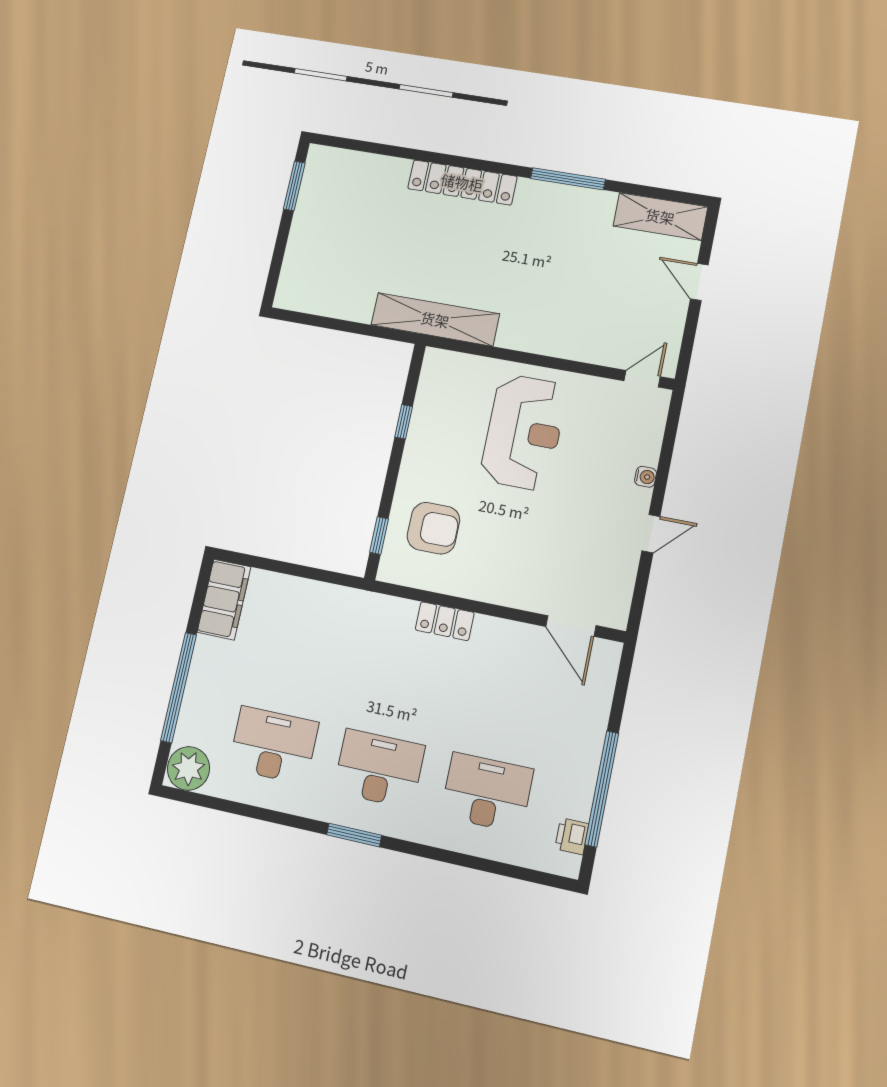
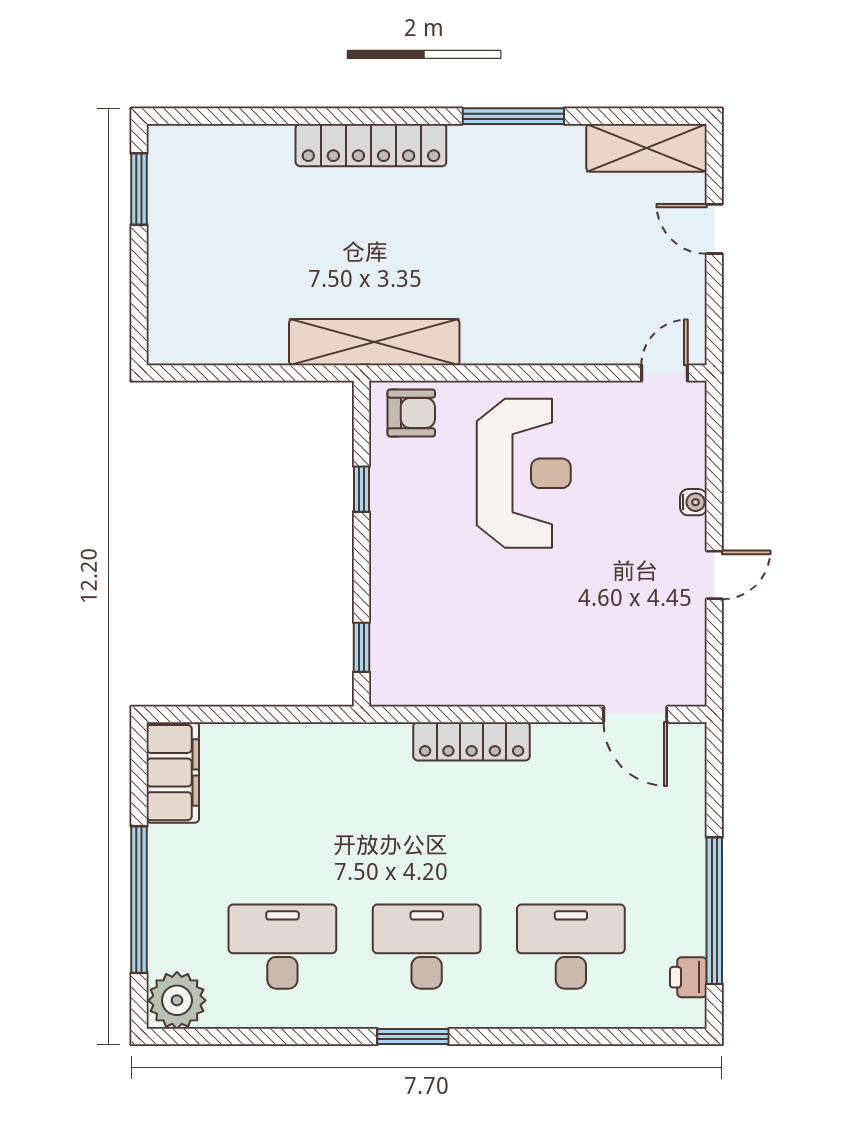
armchair: (433, 528) -> (411, 413), moved, width x0.72, depth x0.72
locker: (445, 621) -> (472, 741), width x1.53

